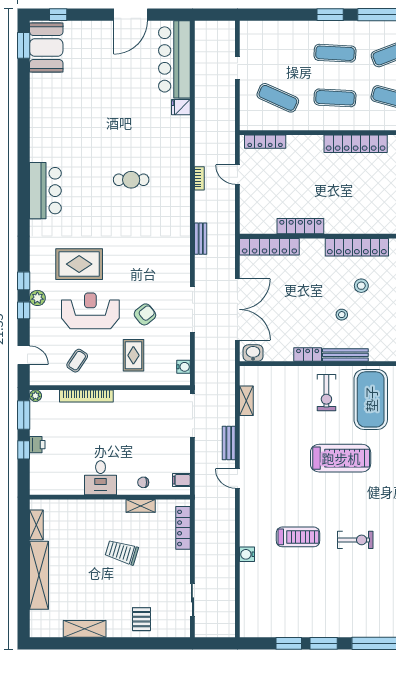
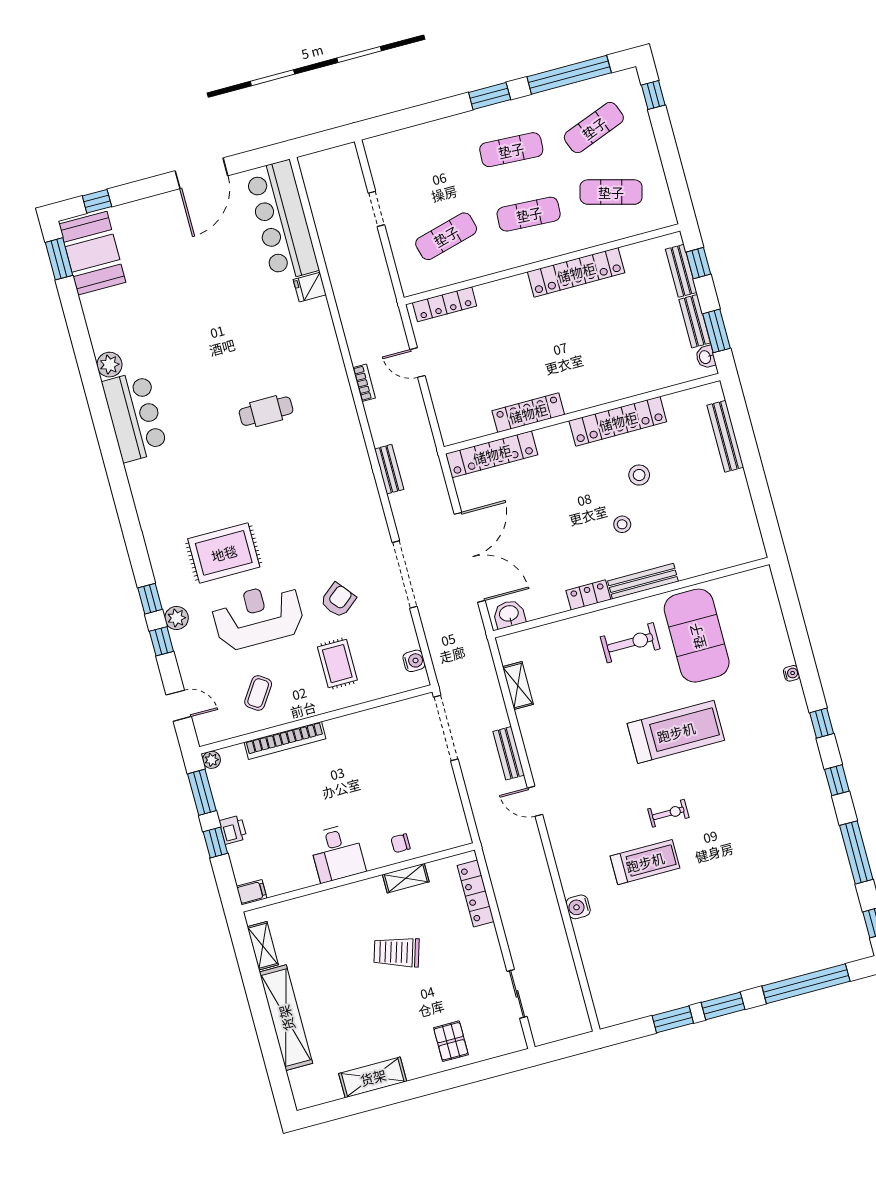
exercise mat: (278, 98) -> (446, 236), turned -39
plant: (38, 123) -> (109, 365), added
bar counter: (45, 191) -> (135, 416), moved
exercise bike: (326, 393) -> (630, 643), turned -90
filing cabinet: (181, 480) -> (252, 892), moved, turned 180
exercise bike: (355, 540) -> (668, 813), moved, width x0.73, depth x0.72

